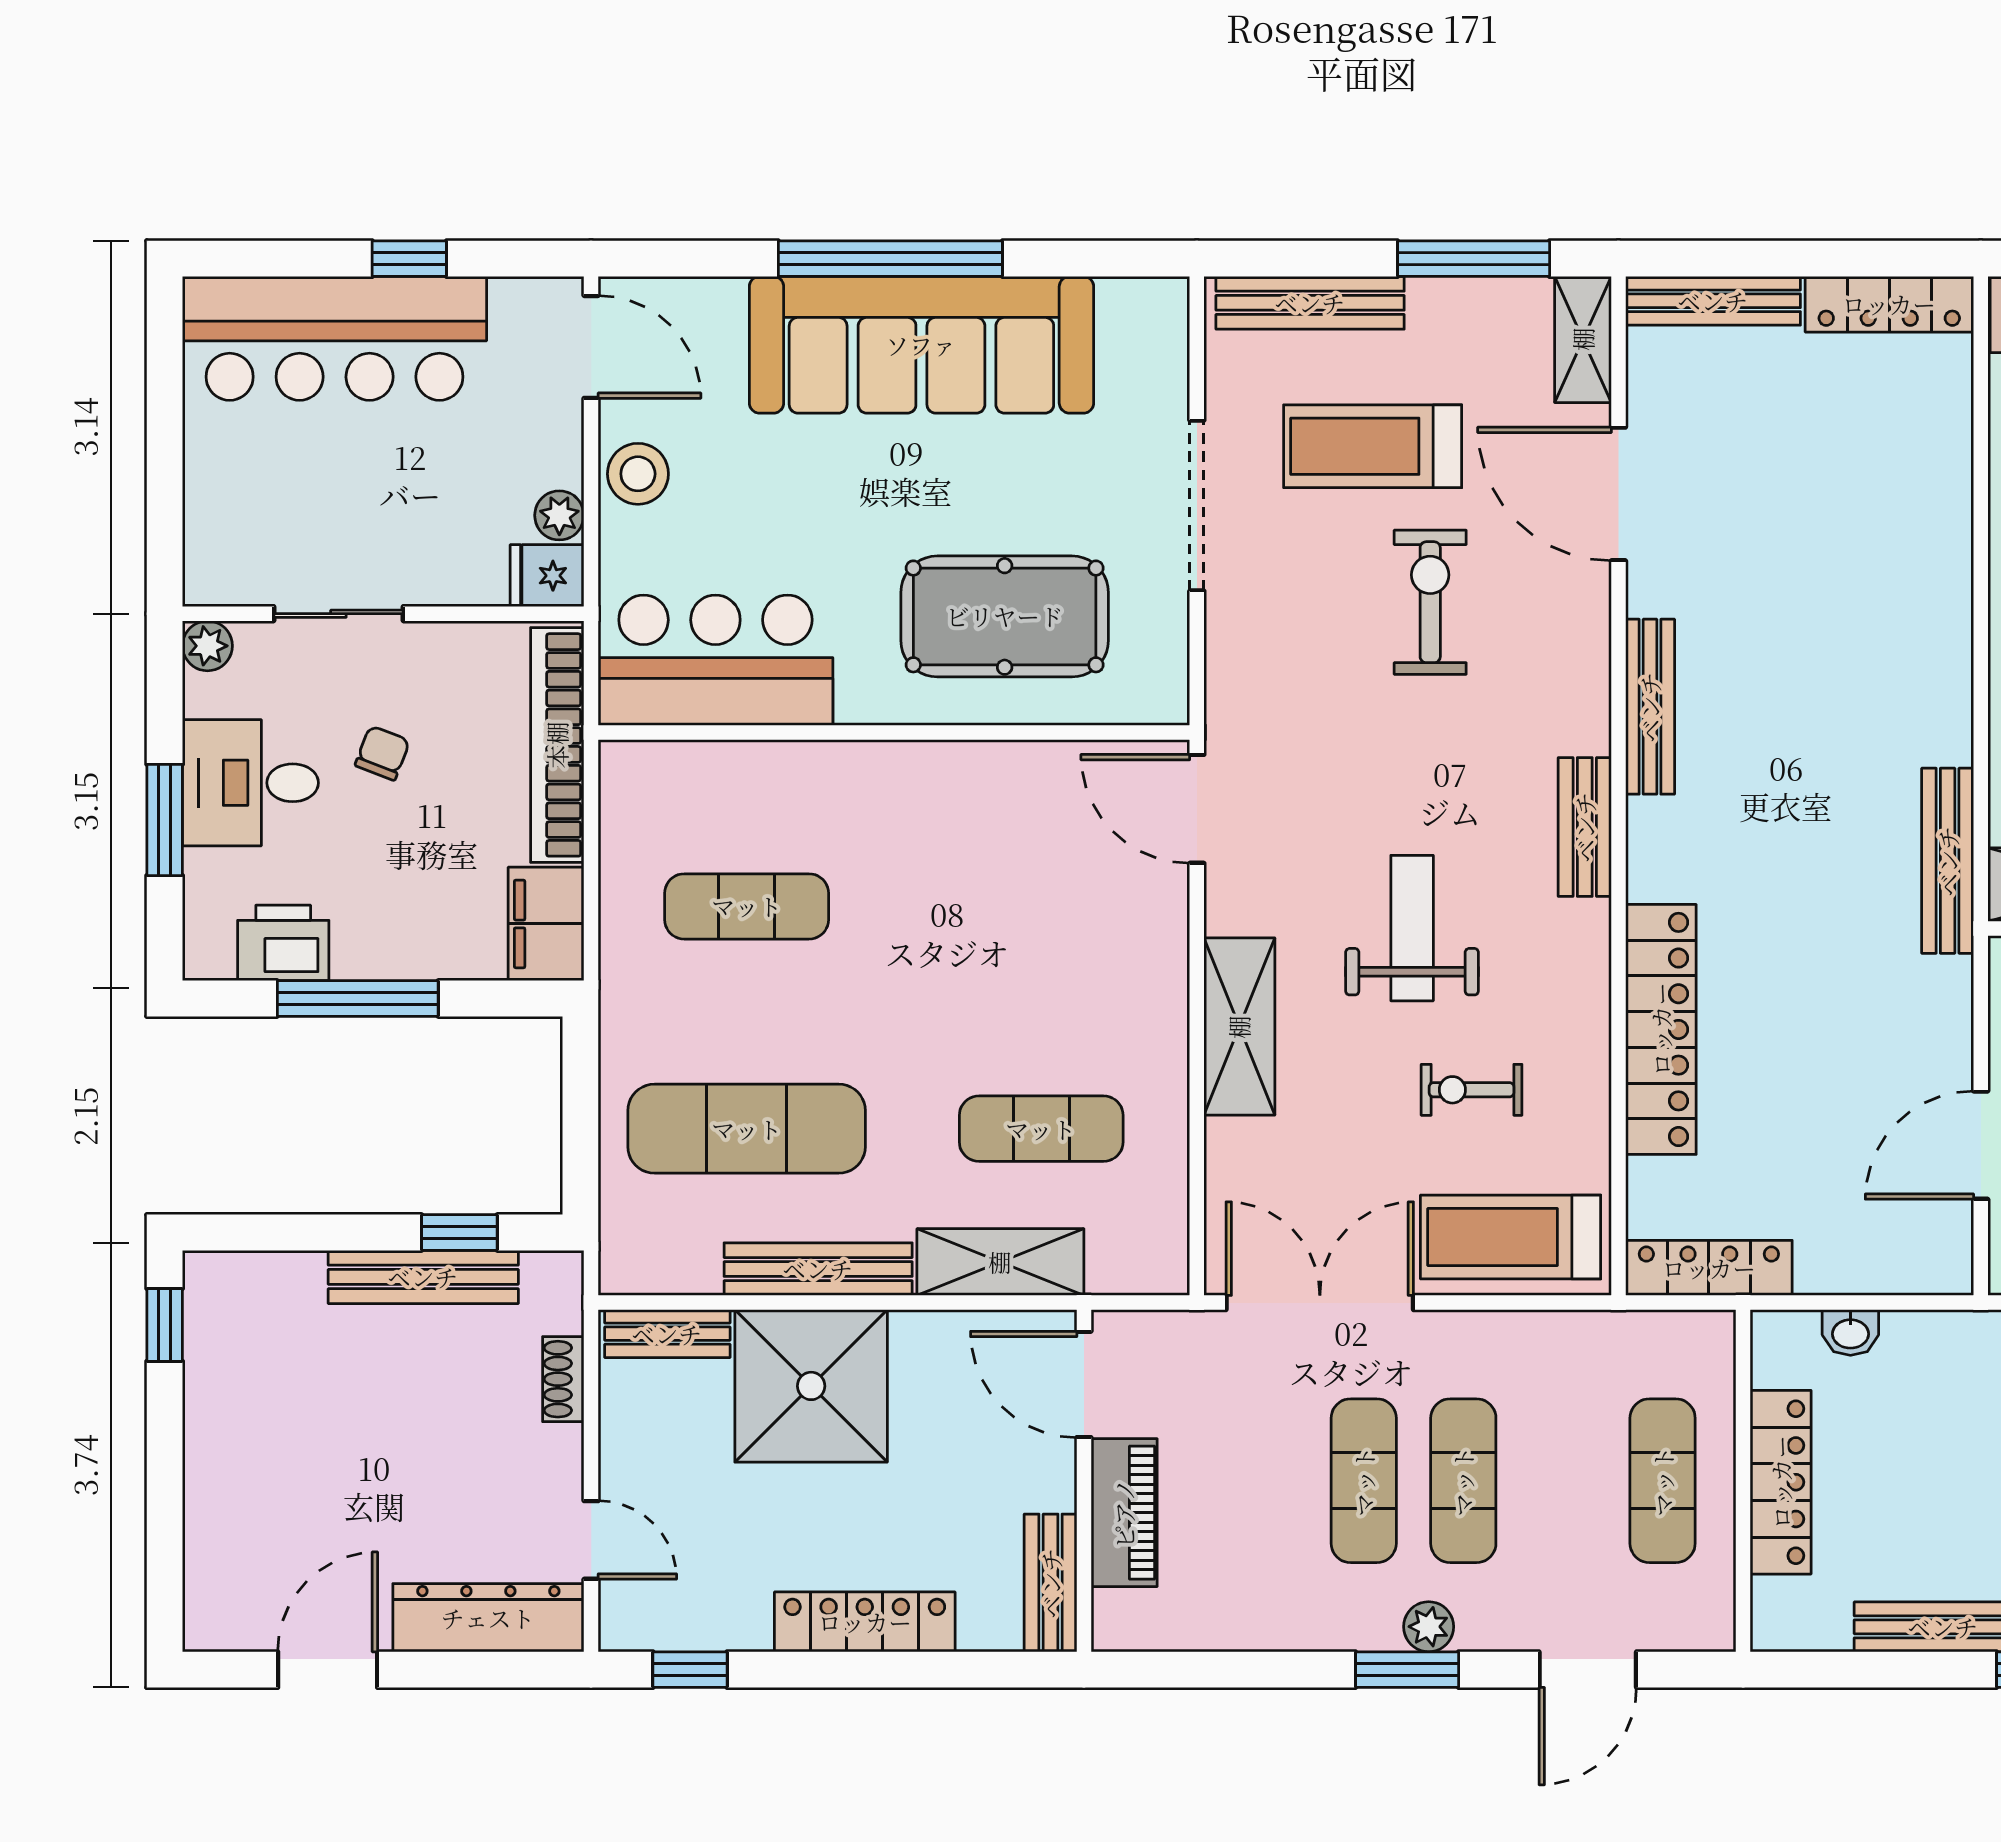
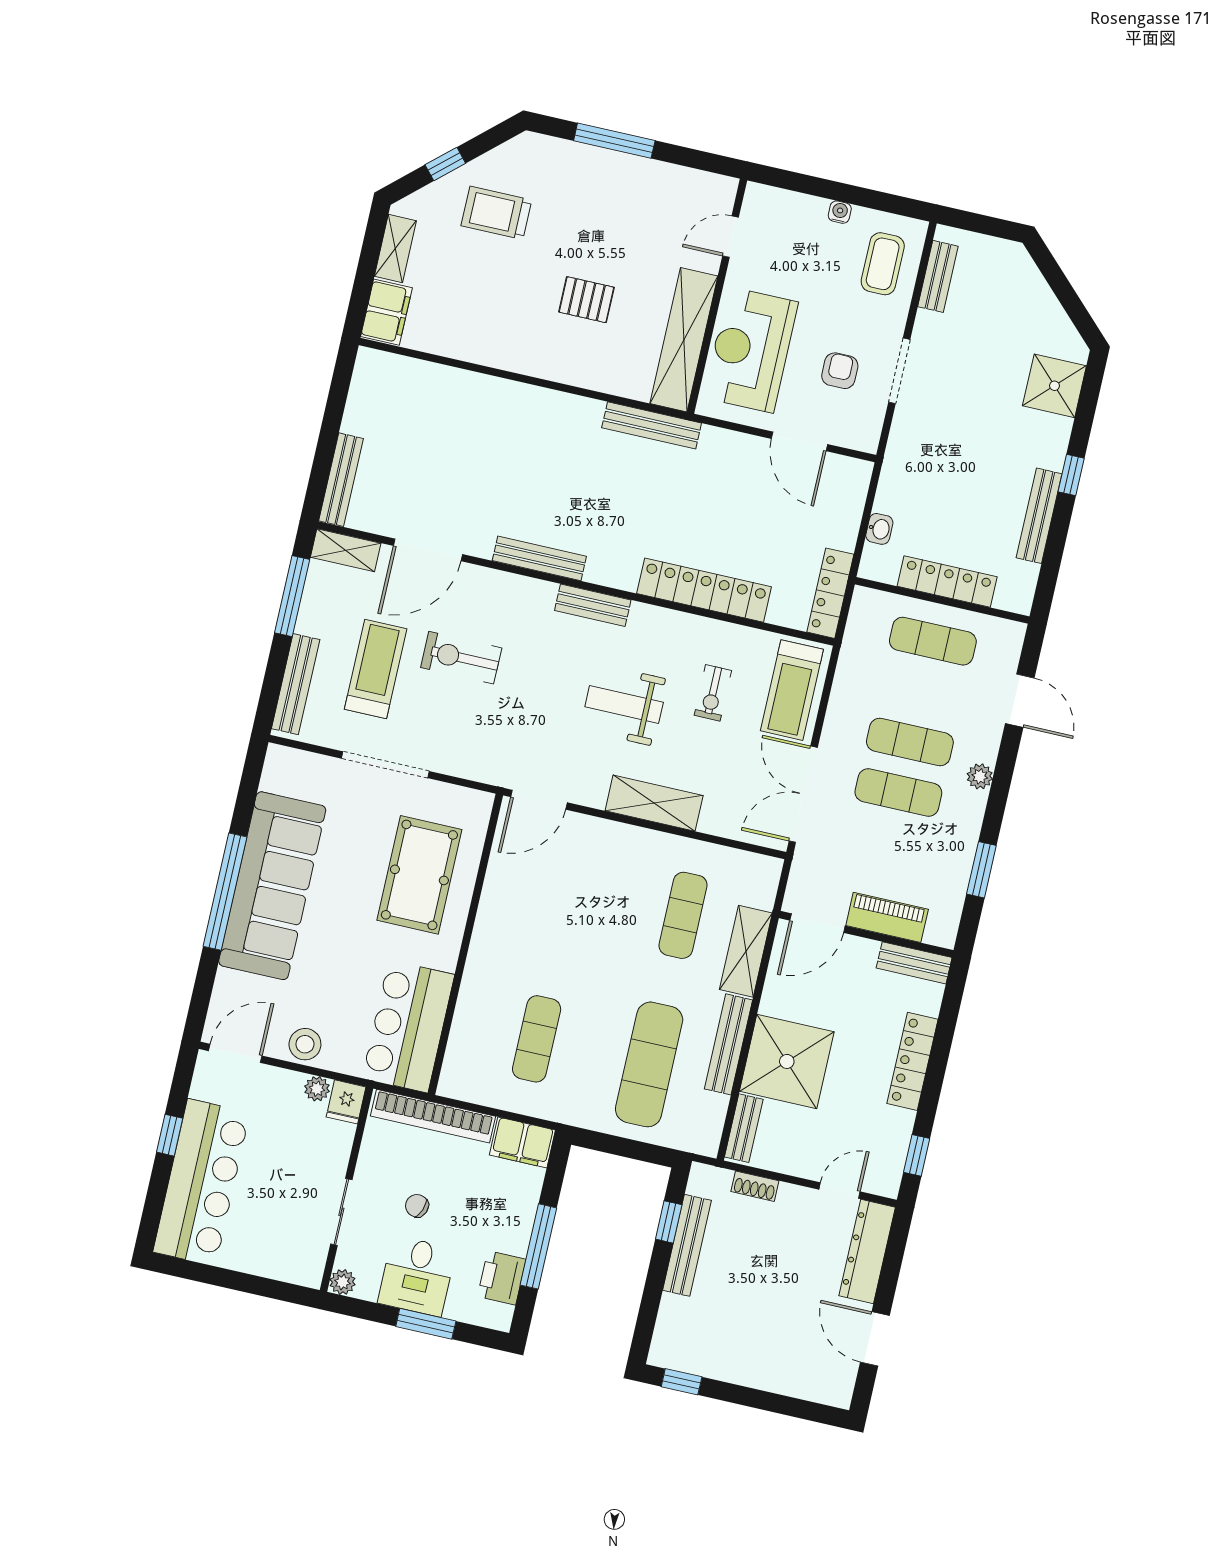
locker: (1889, 304) -> (363, 391), removed
treadmill: (1373, 446) -> (376, 669), turned 180
window: (1407, 1670) -> (981, 870), moved

